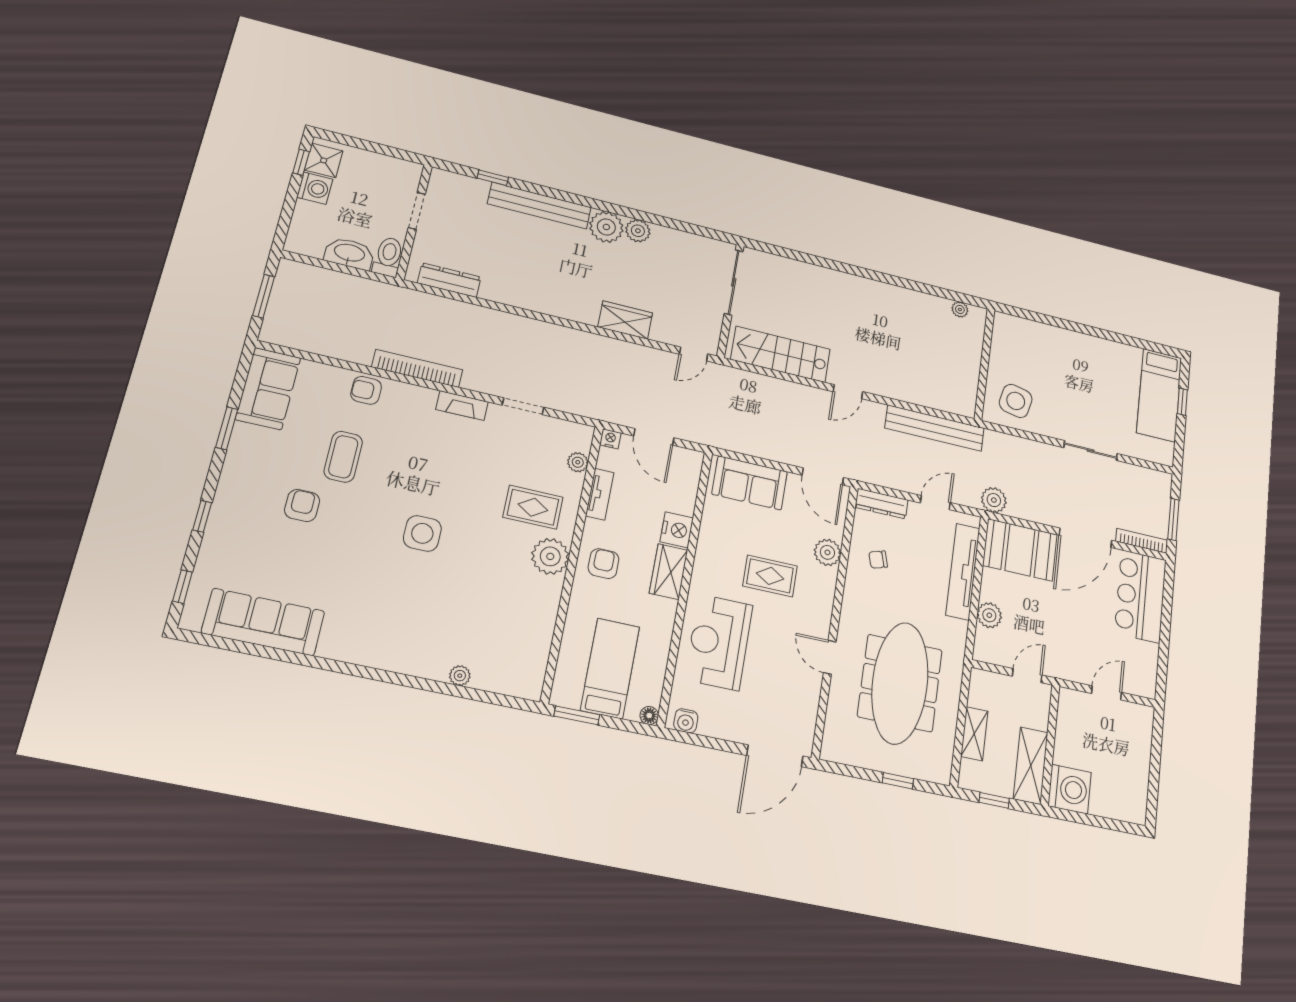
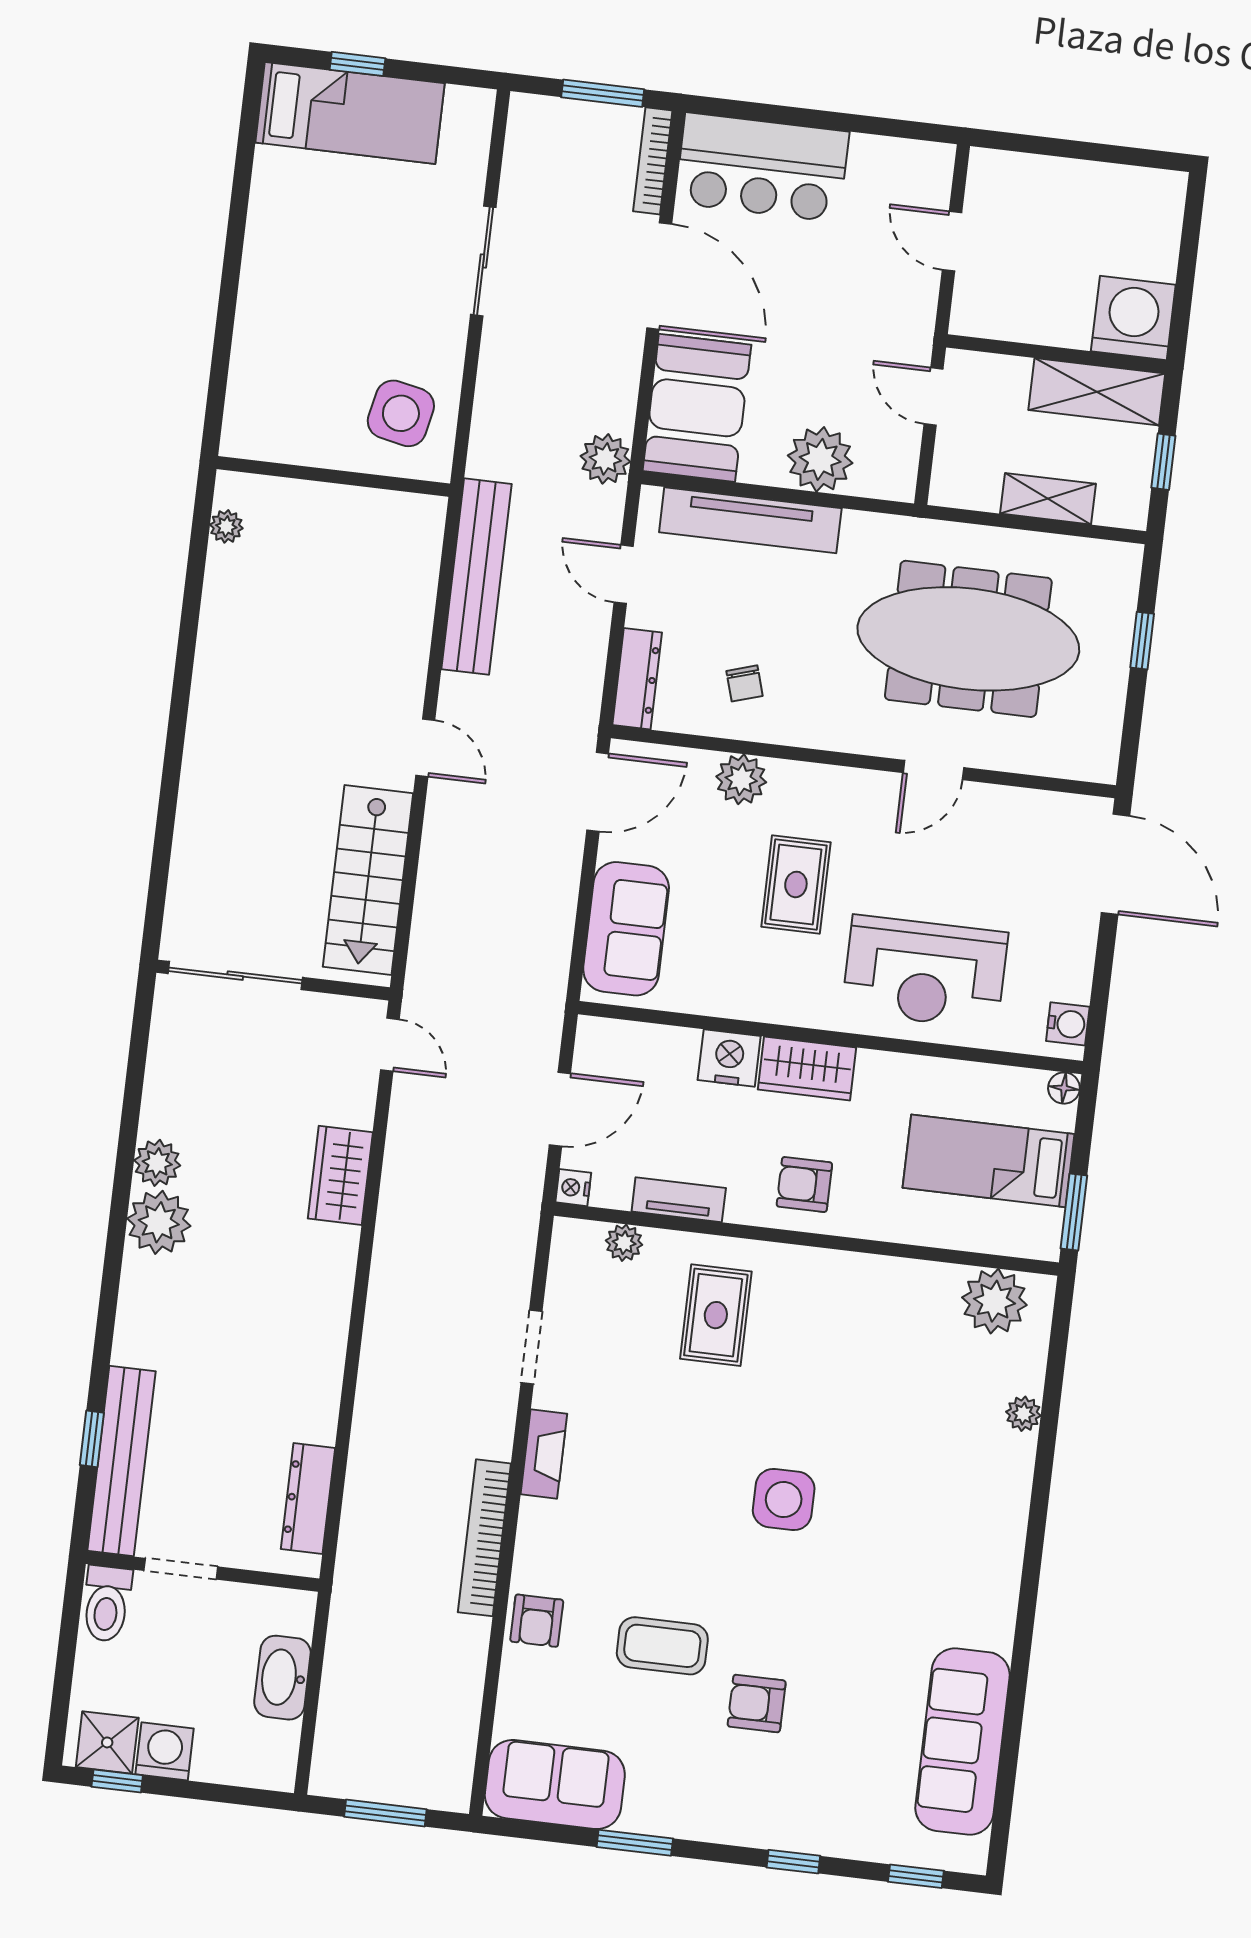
bench: (539, 206) -> (122, 1461), moved
toilet: (388, 257) -> (107, 1604), moved, turned -90
plant: (550, 556) -> (994, 1301), moved
plant: (989, 615) -> (820, 459), width x1.36, depth x1.36

